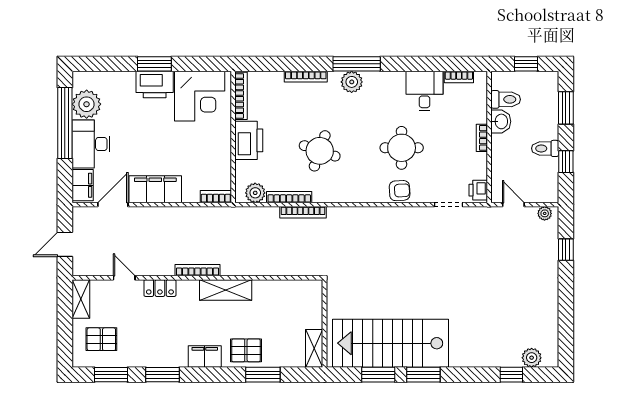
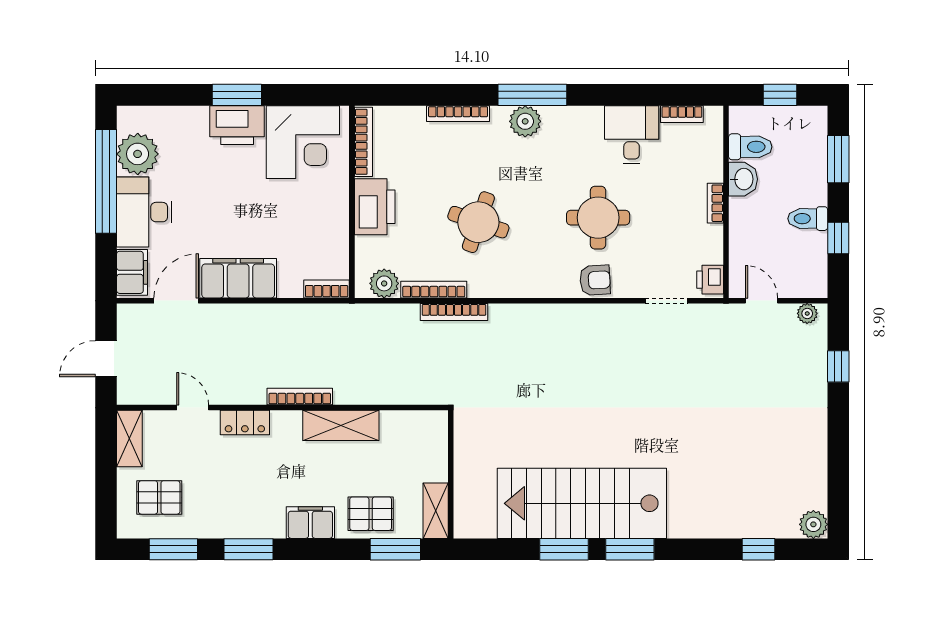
wall: (325, 323) -> (451, 474), moved
shelving: (314, 348) -> (436, 511), moved
plant: (532, 358) -> (813, 524), moved

